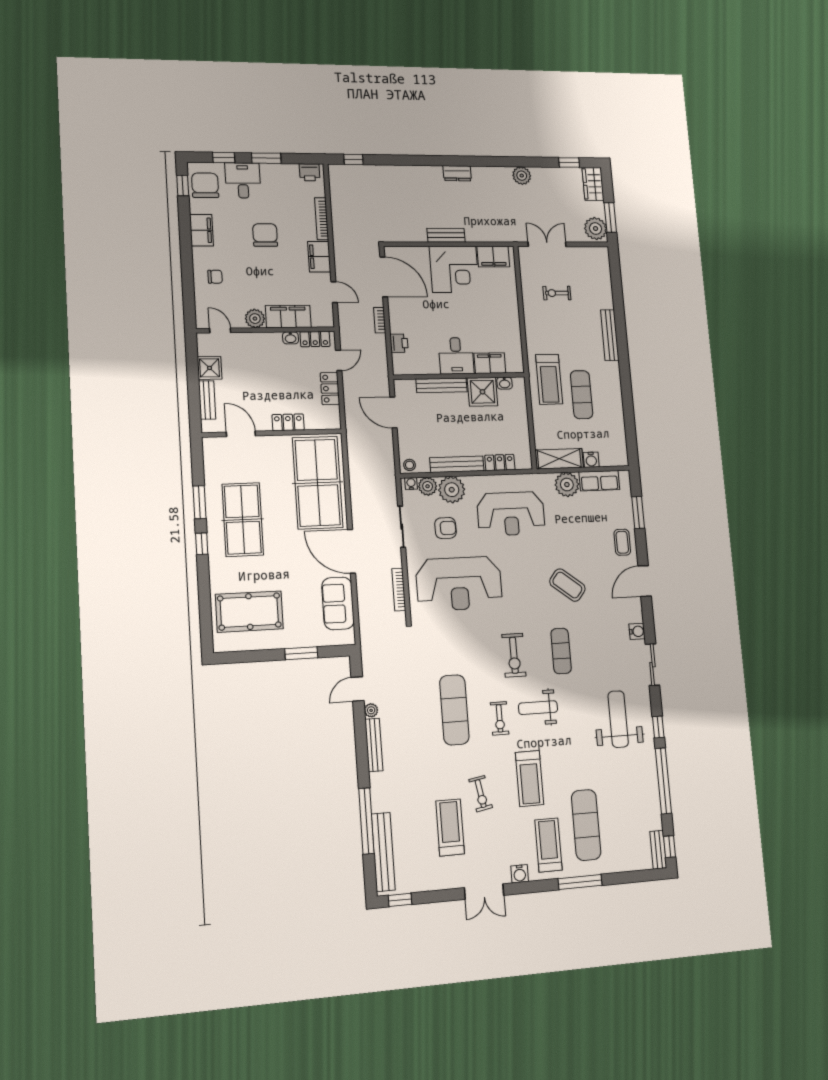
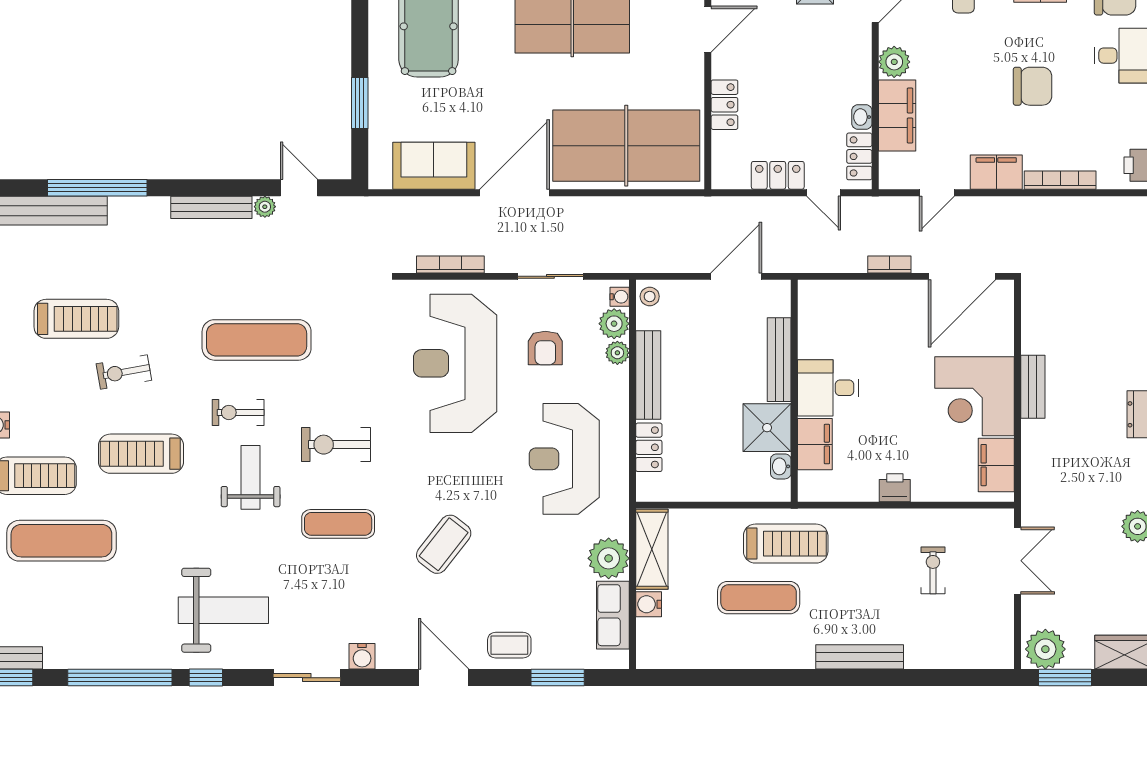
printer: (399, 343) -> (895, 488), moved, turned 180
treadmill: (549, 379) -> (786, 544), turned 180
plant: (452, 490) -> (617, 353), width x0.53, depth x0.53

